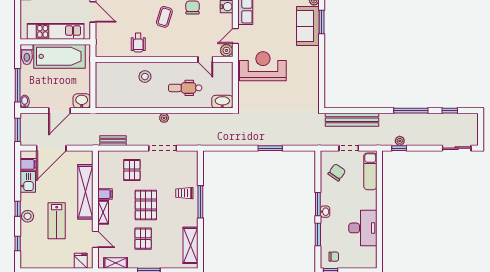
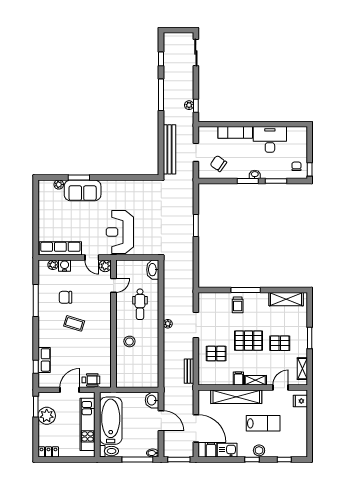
wheelchair: (138, 43) -> (91, 380), moved
exam couch: (370, 171) -> (235, 132), moved

